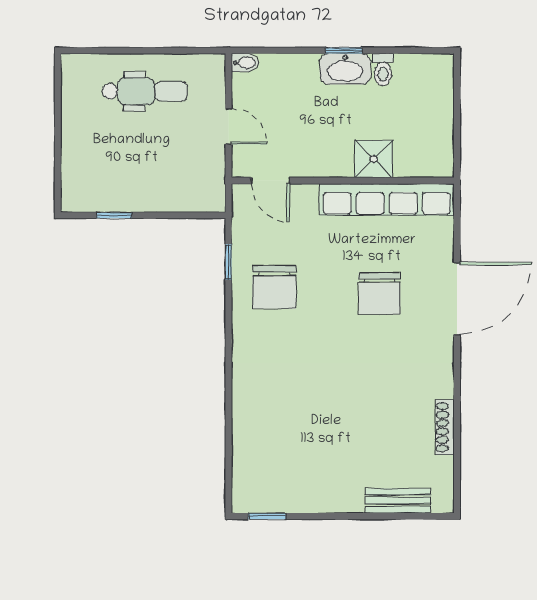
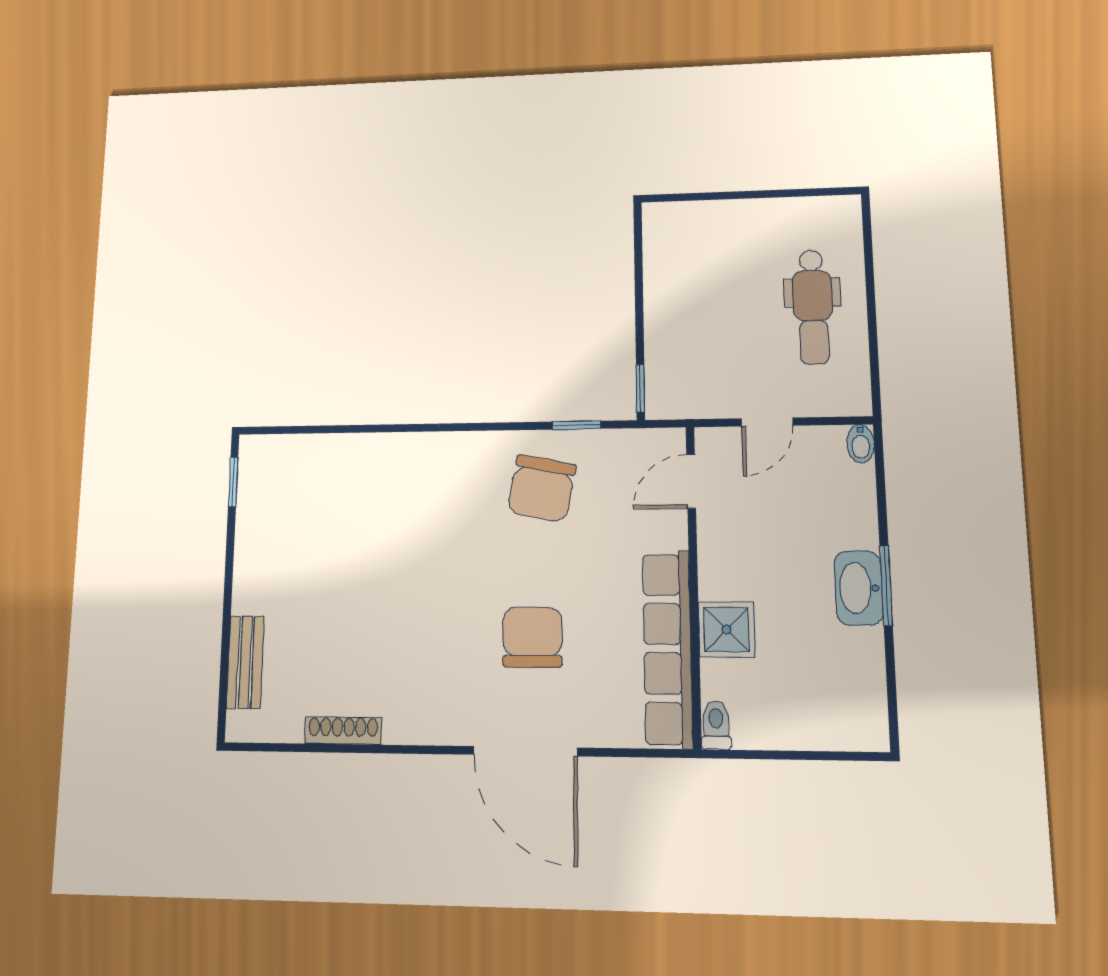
window: (344, 50) -> (886, 586), width x1.50
toilet: (383, 70) -> (716, 725), moved, turned 90
window: (114, 215) -> (640, 388), moved
chair: (274, 287) -> (541, 488), turned -79
chair: (379, 293) -> (533, 637), turned 90

